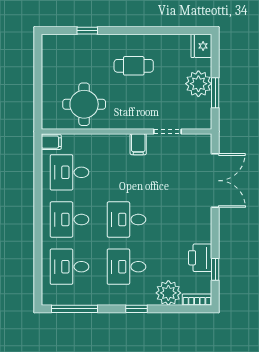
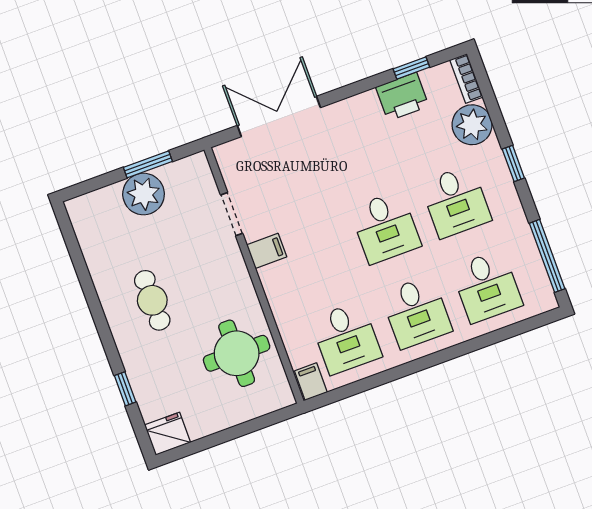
fridge: (201, 46) -> (168, 434), moved, turned 180

